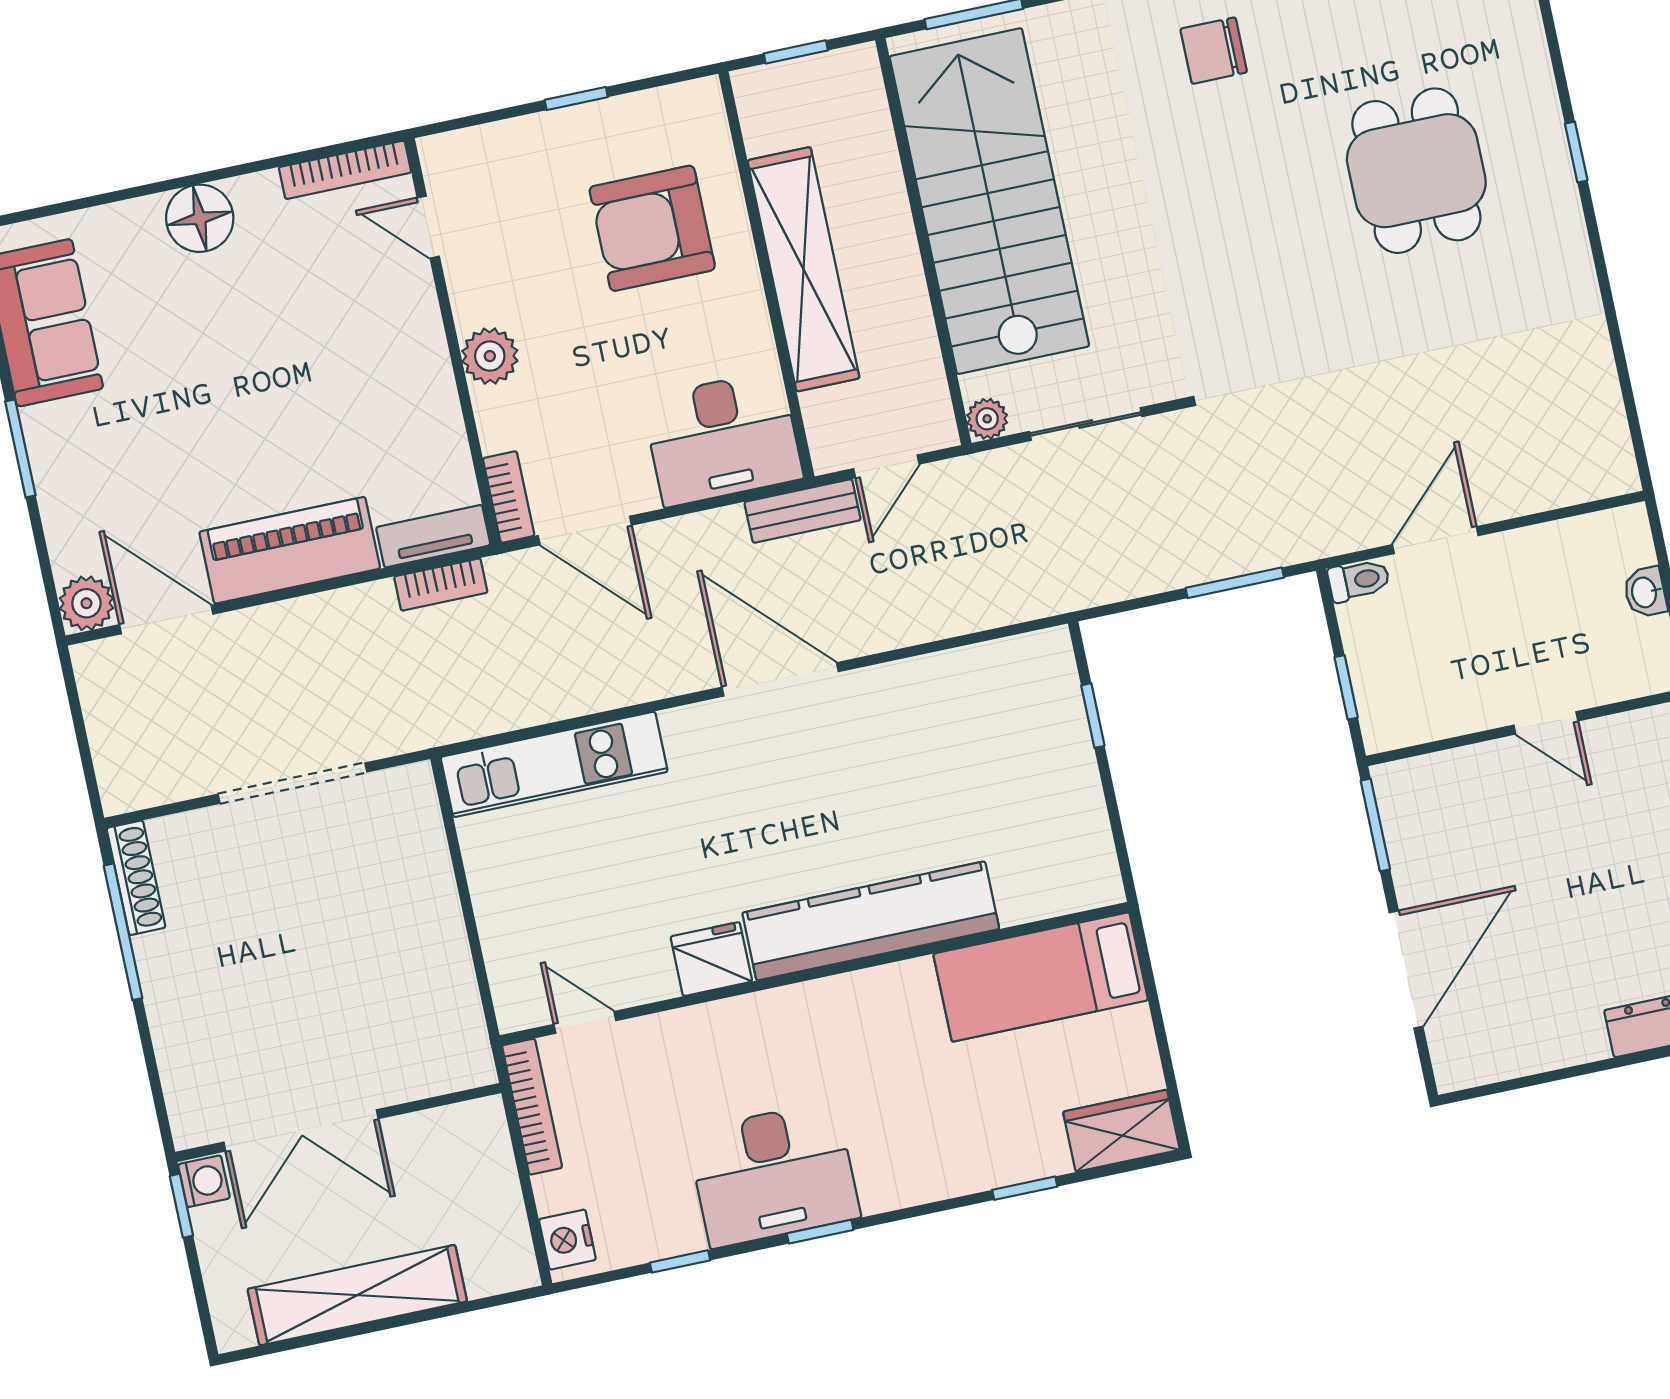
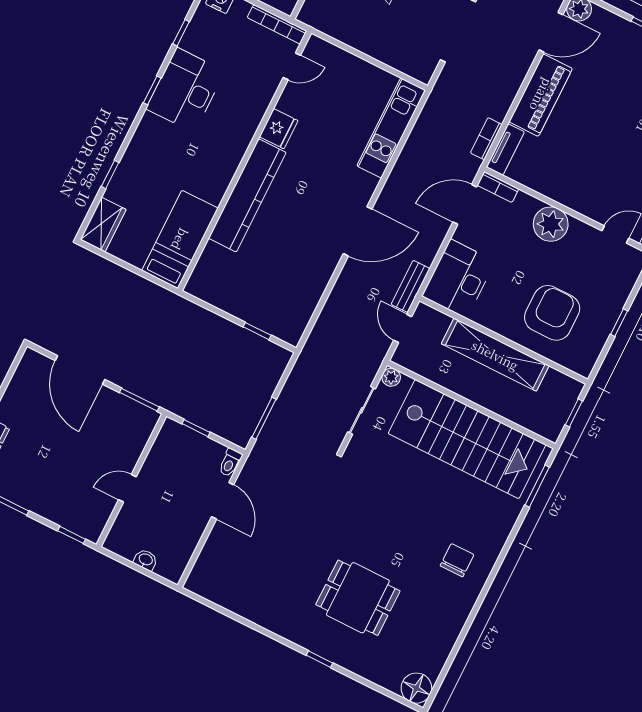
plant: (490, 356) -> (551, 224), width x1.36, depth x1.36

